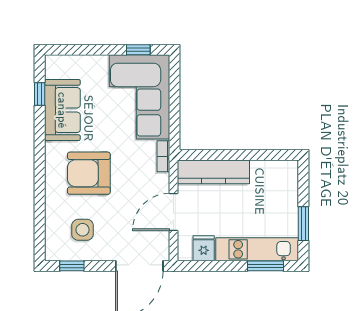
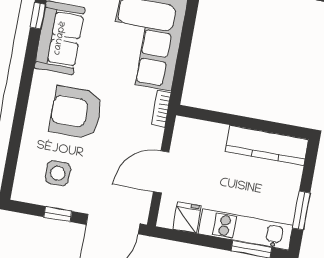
kitchen counter: (213, 172) -> (267, 145), moved
window: (72, 266) -> (58, 214), moved

